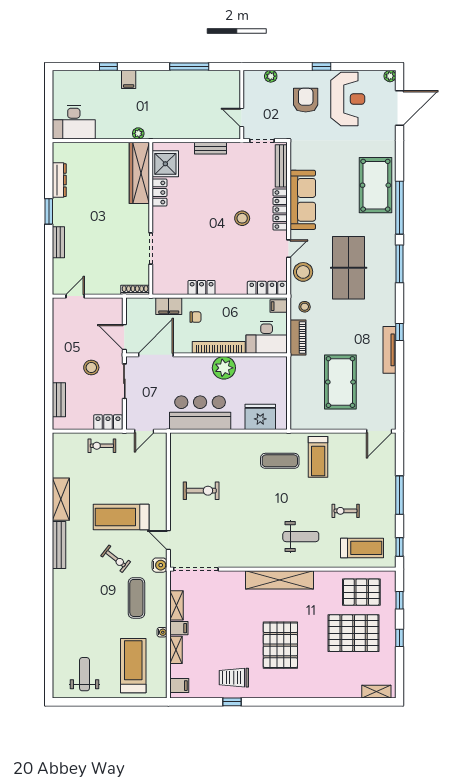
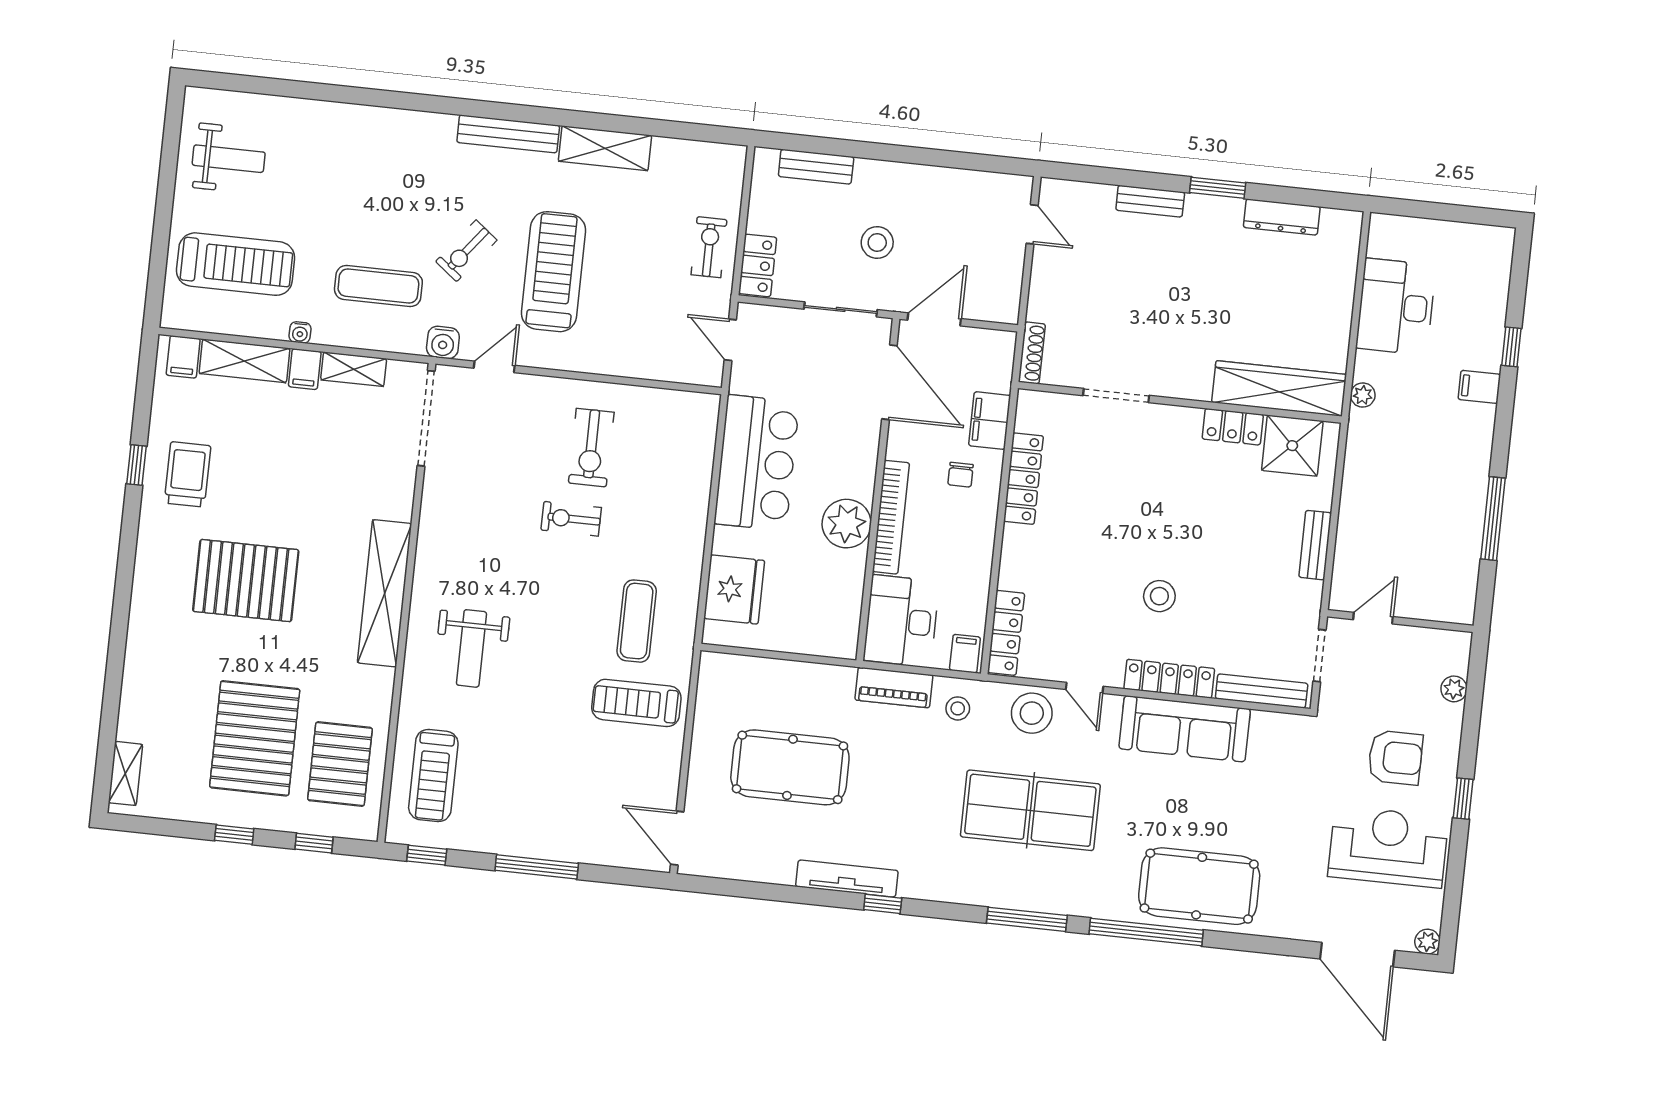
reception desk: (348, 99) -> (1388, 847), turned 180
desk: (74, 122) -> (1396, 307), moved
locker: (202, 288) -> (1023, 479), width x1.53
exercise bike: (346, 511) -> (571, 519), moved, turned -90
shelving: (176, 650) -> (244, 361), width x1.50, depth x1.33

